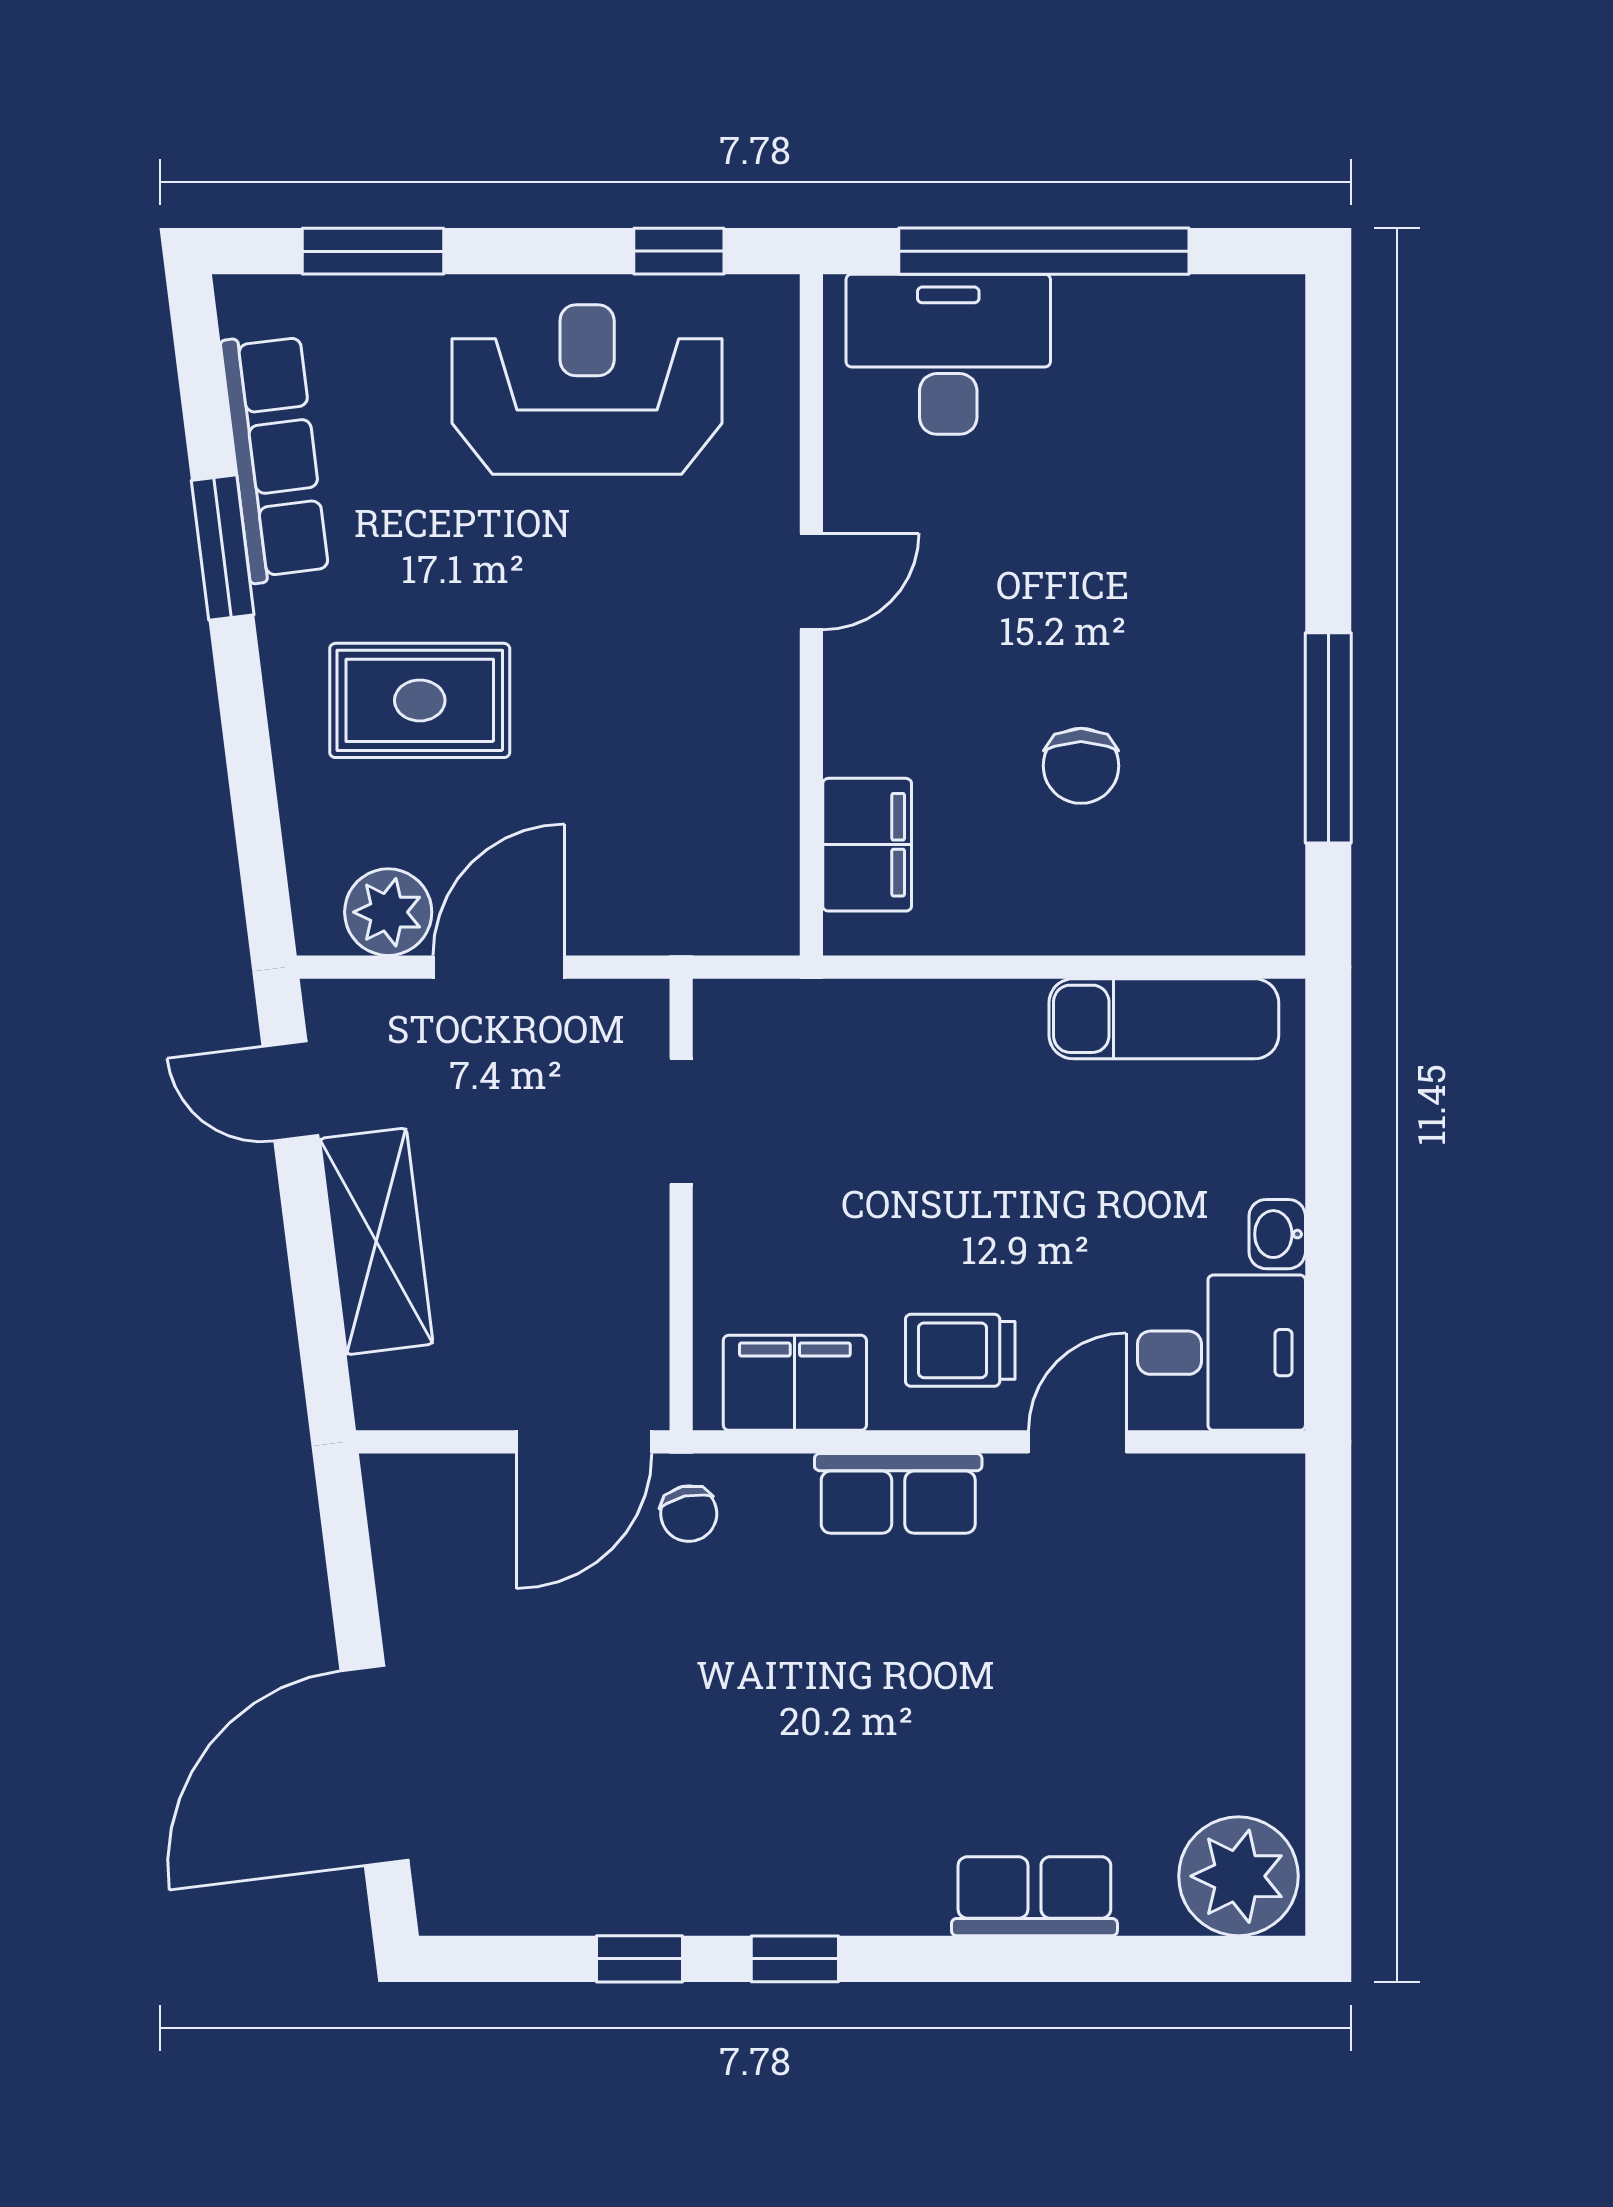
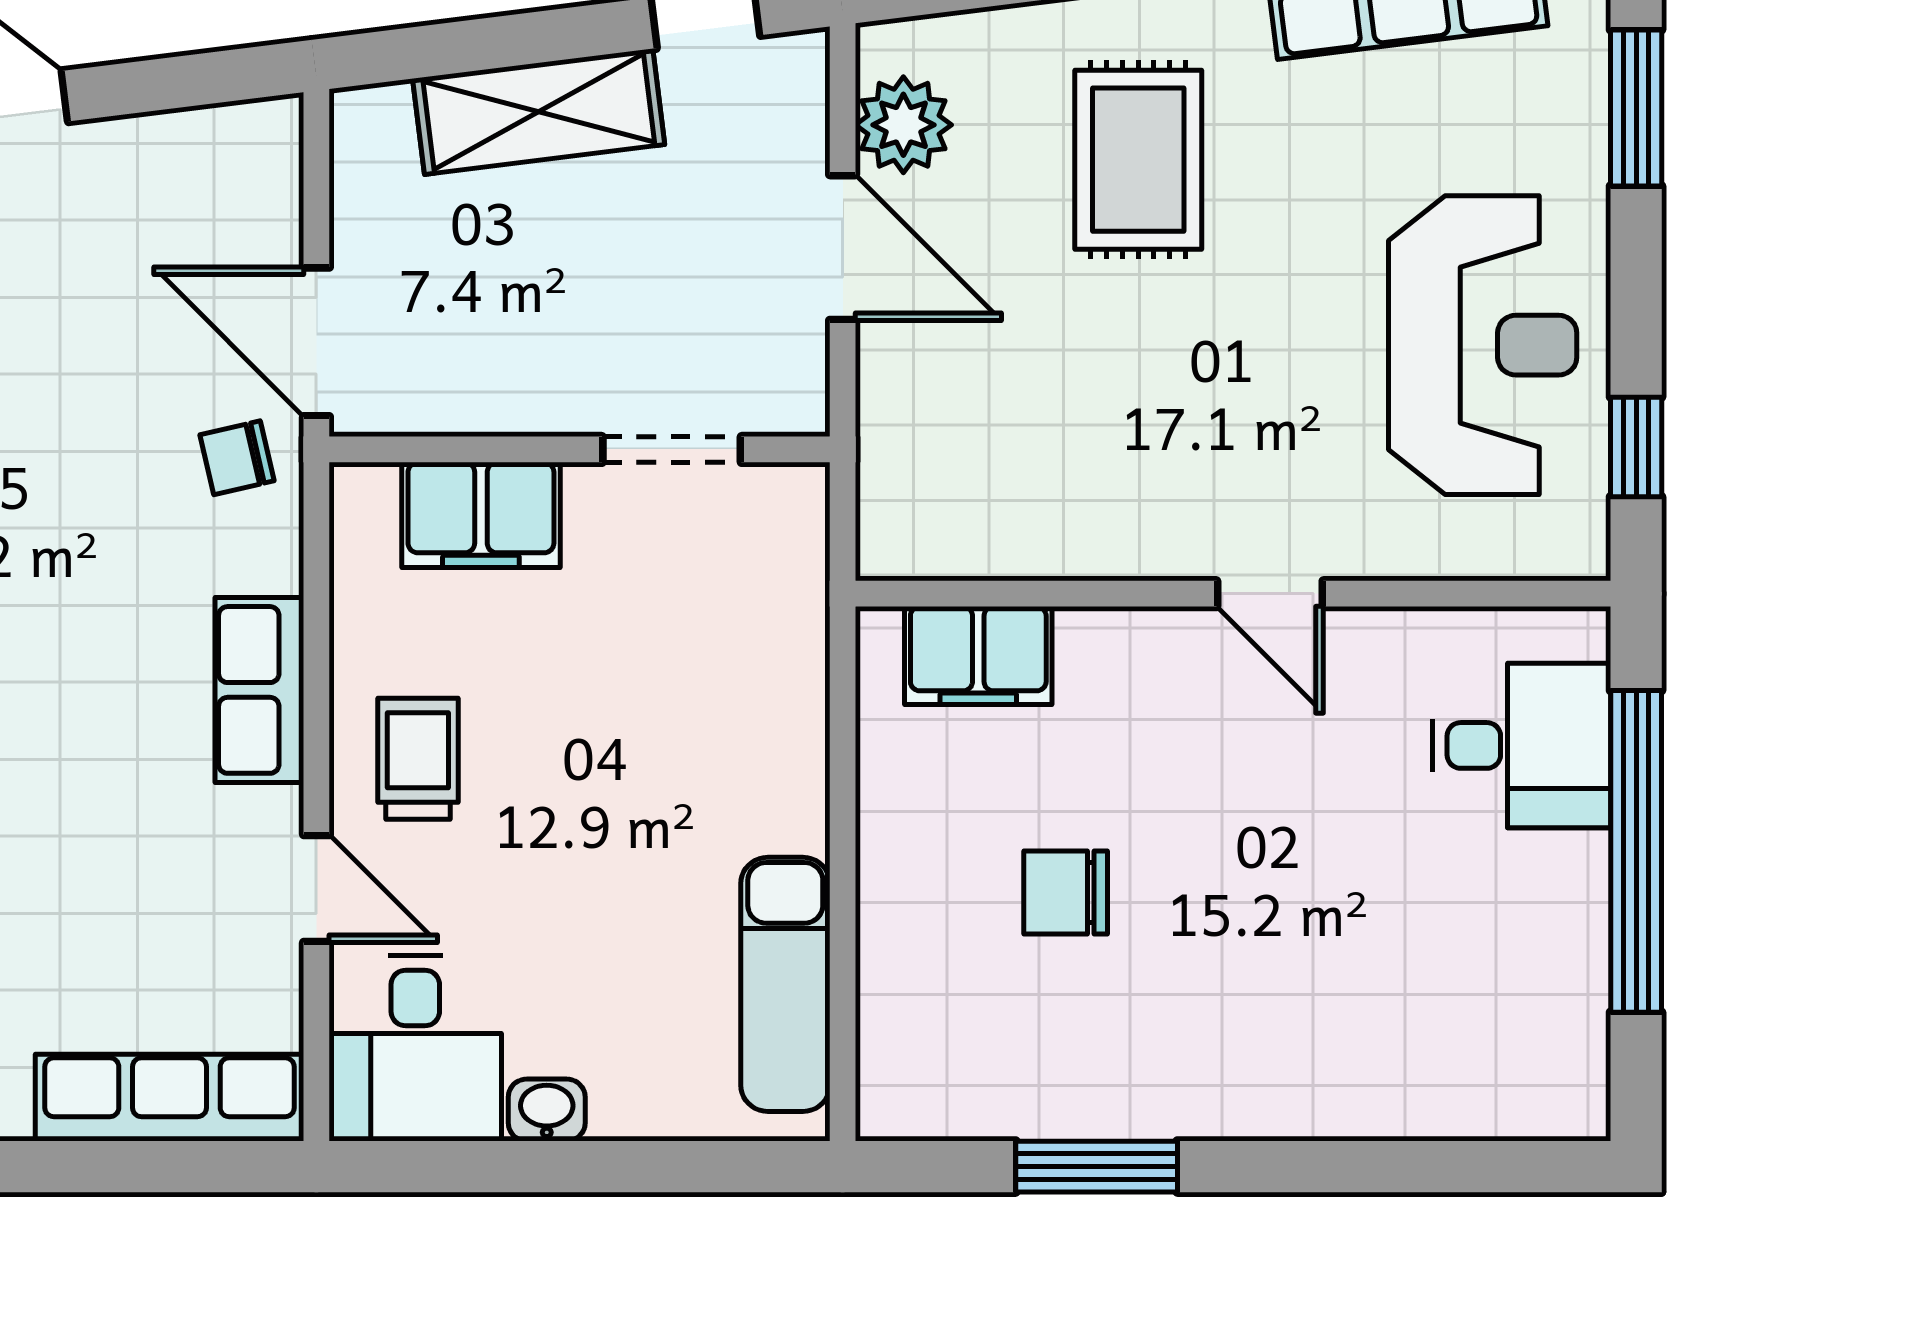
desk: (948, 354) -> (1522, 745), width x0.73
window: (1328, 738) -> (1097, 1167), width x0.69
filing cabinet: (795, 1383) -> (481, 515), moved, turned 90
row of seats: (1266, 1575) -> (169, 1098), added

